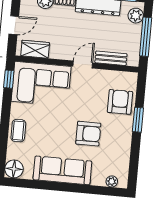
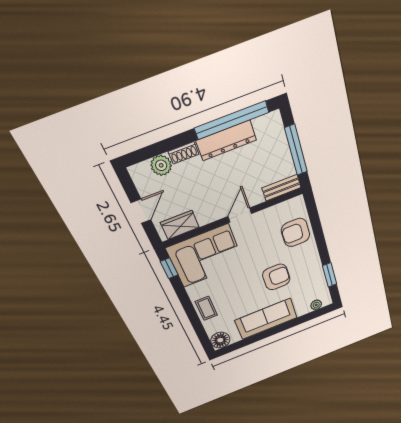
plant: (136, 16) -> (275, 130), removed
bench: (111, 58) -> (281, 188), moved
armchair: (120, 102) -> (295, 233), turned -90
window: (138, 120) -> (330, 275), moved

